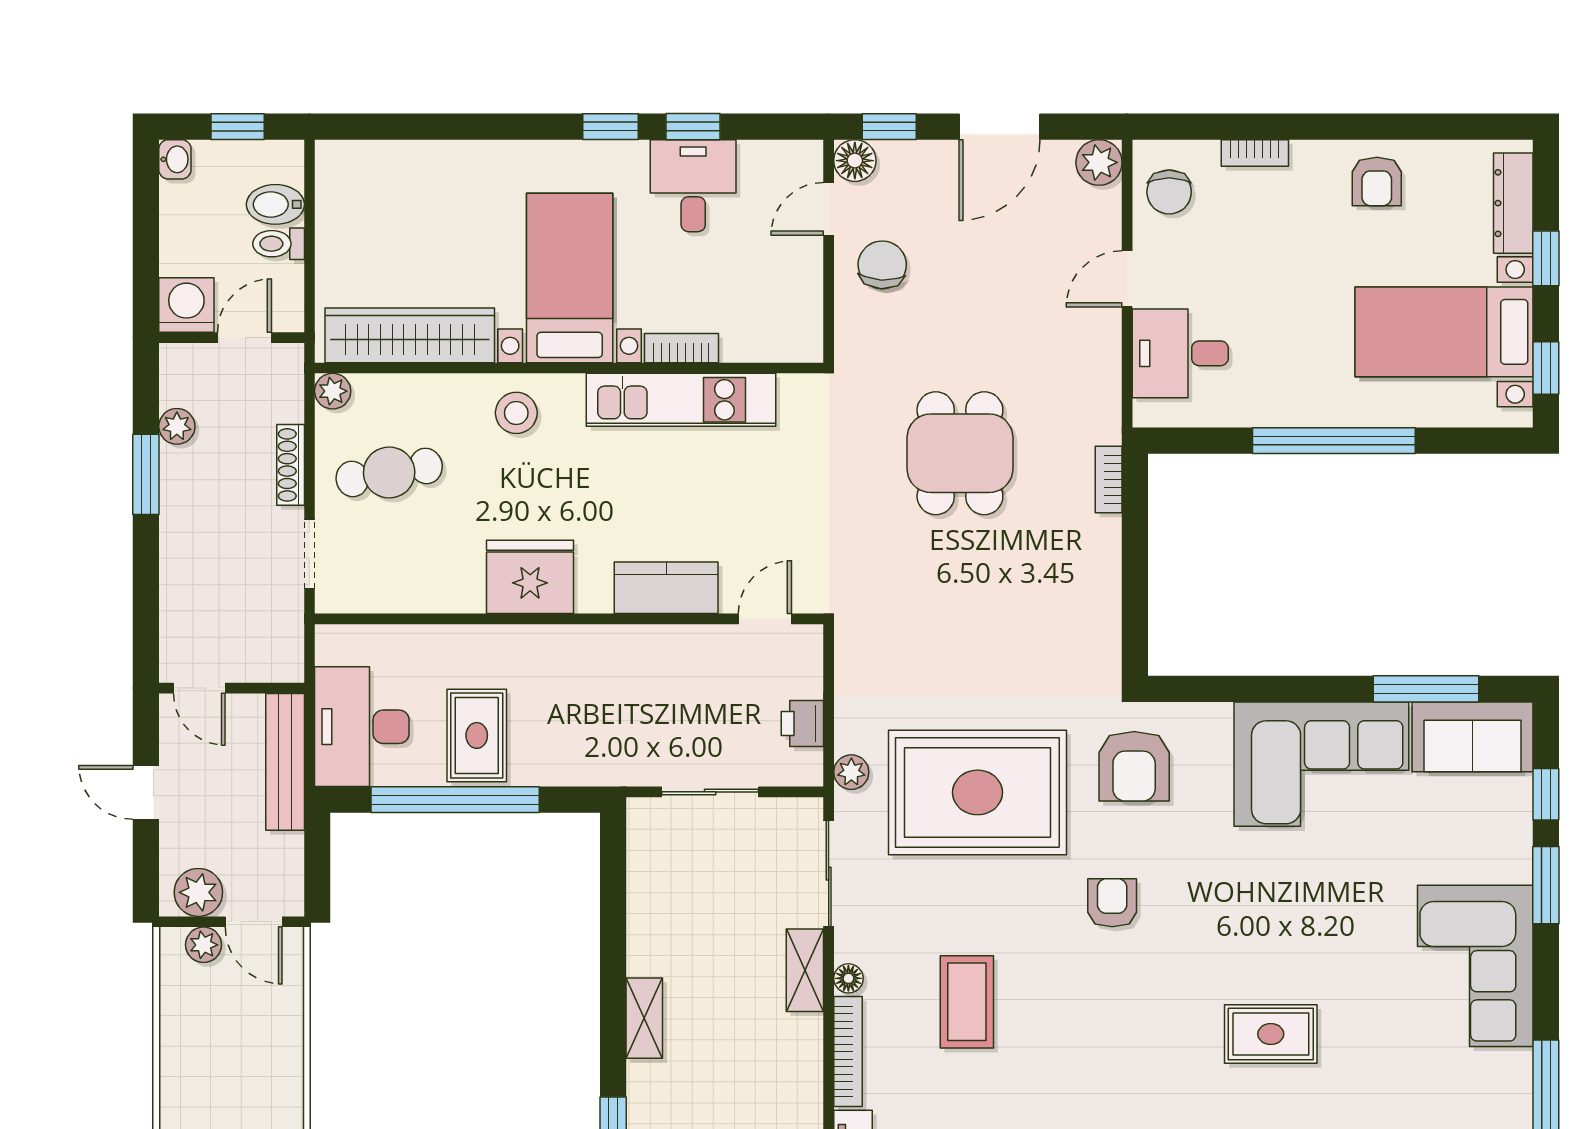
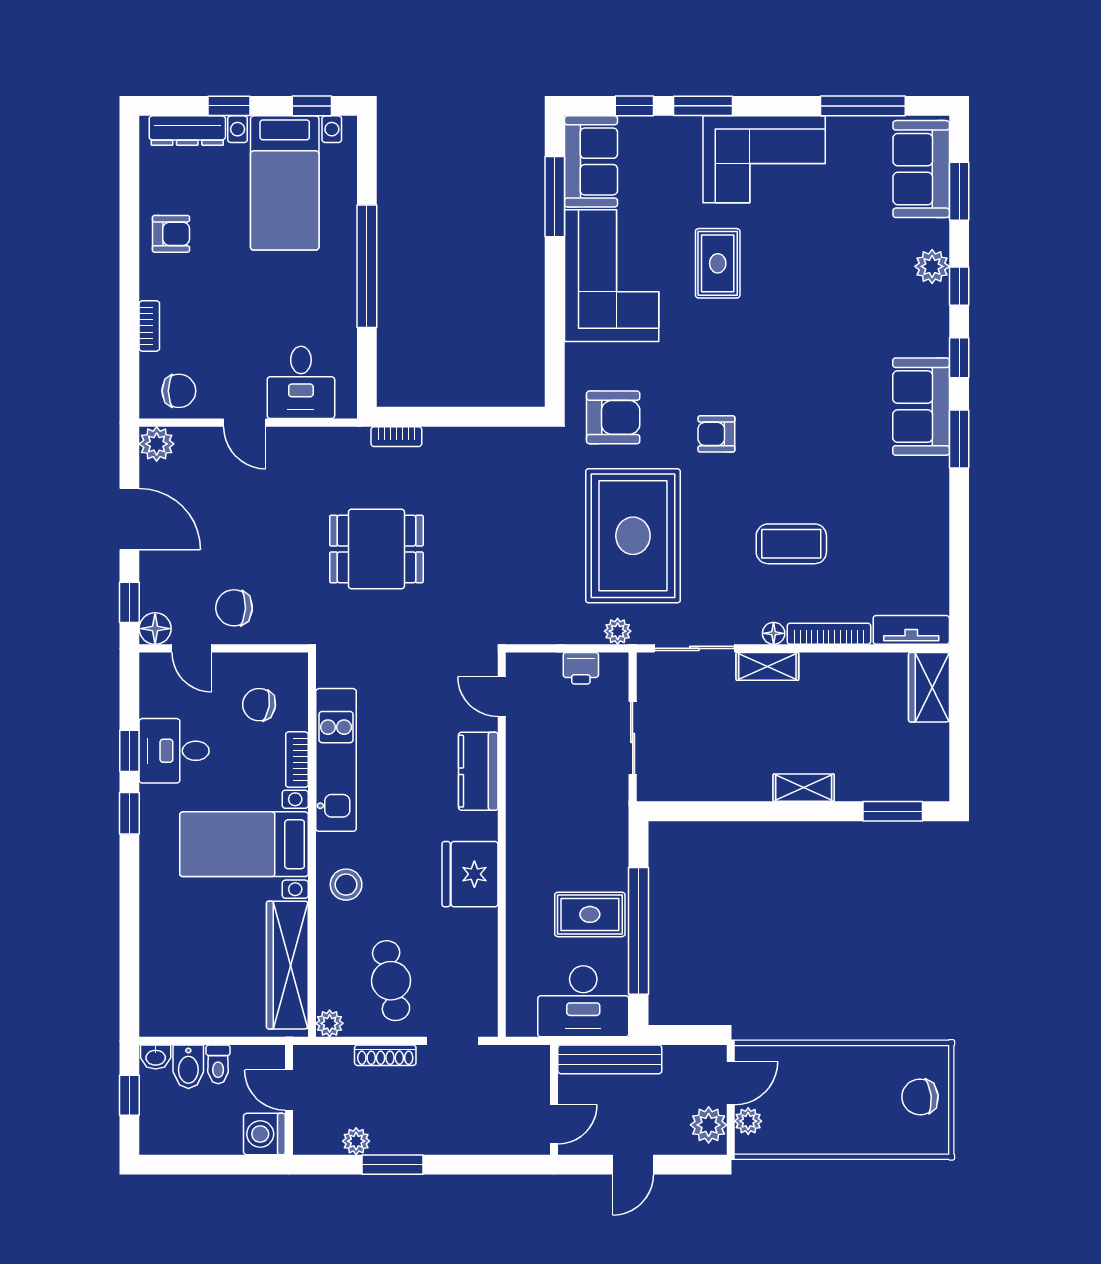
washbasin: (175, 159) -> (156, 1057), moved, turned 180
chair: (754, 298) -> (259, 705), added
rug: (1271, 1034) -> (718, 263), moved

